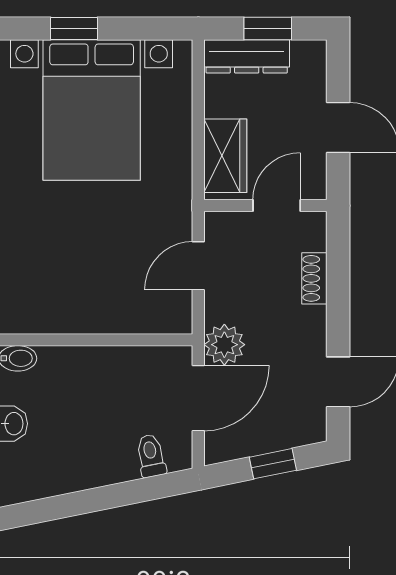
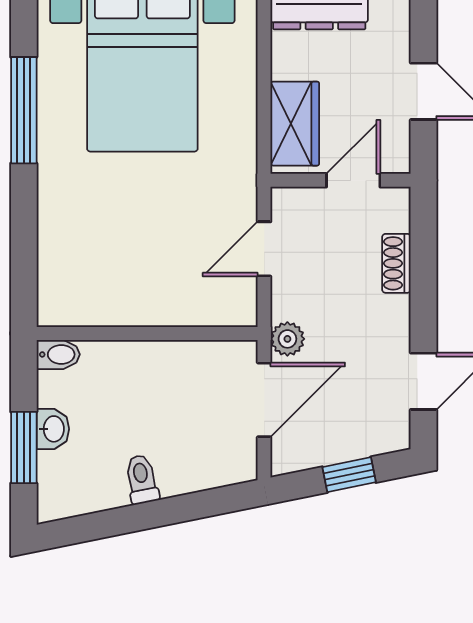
plant: (224, 345) -> (287, 339), width x0.73, depth x0.73
toilet: (151, 456) -> (142, 479), moved

